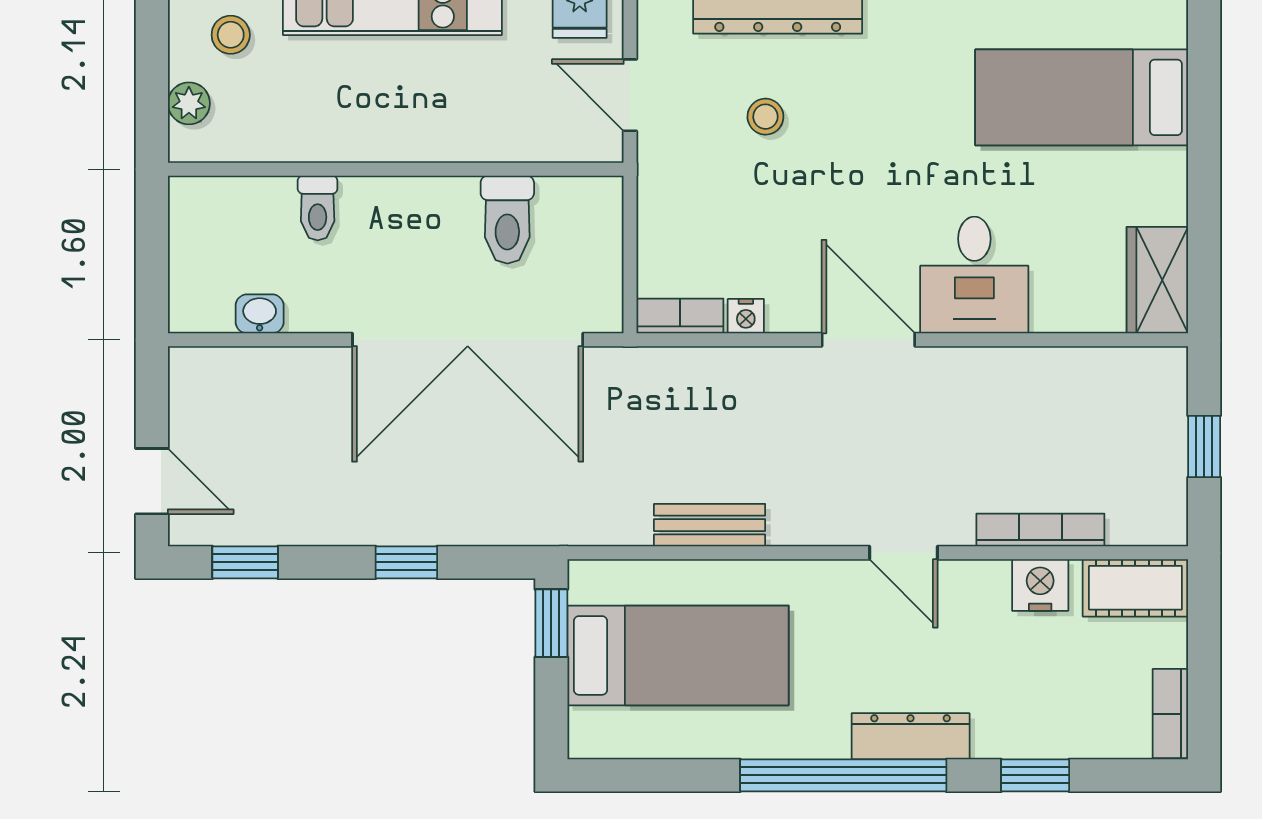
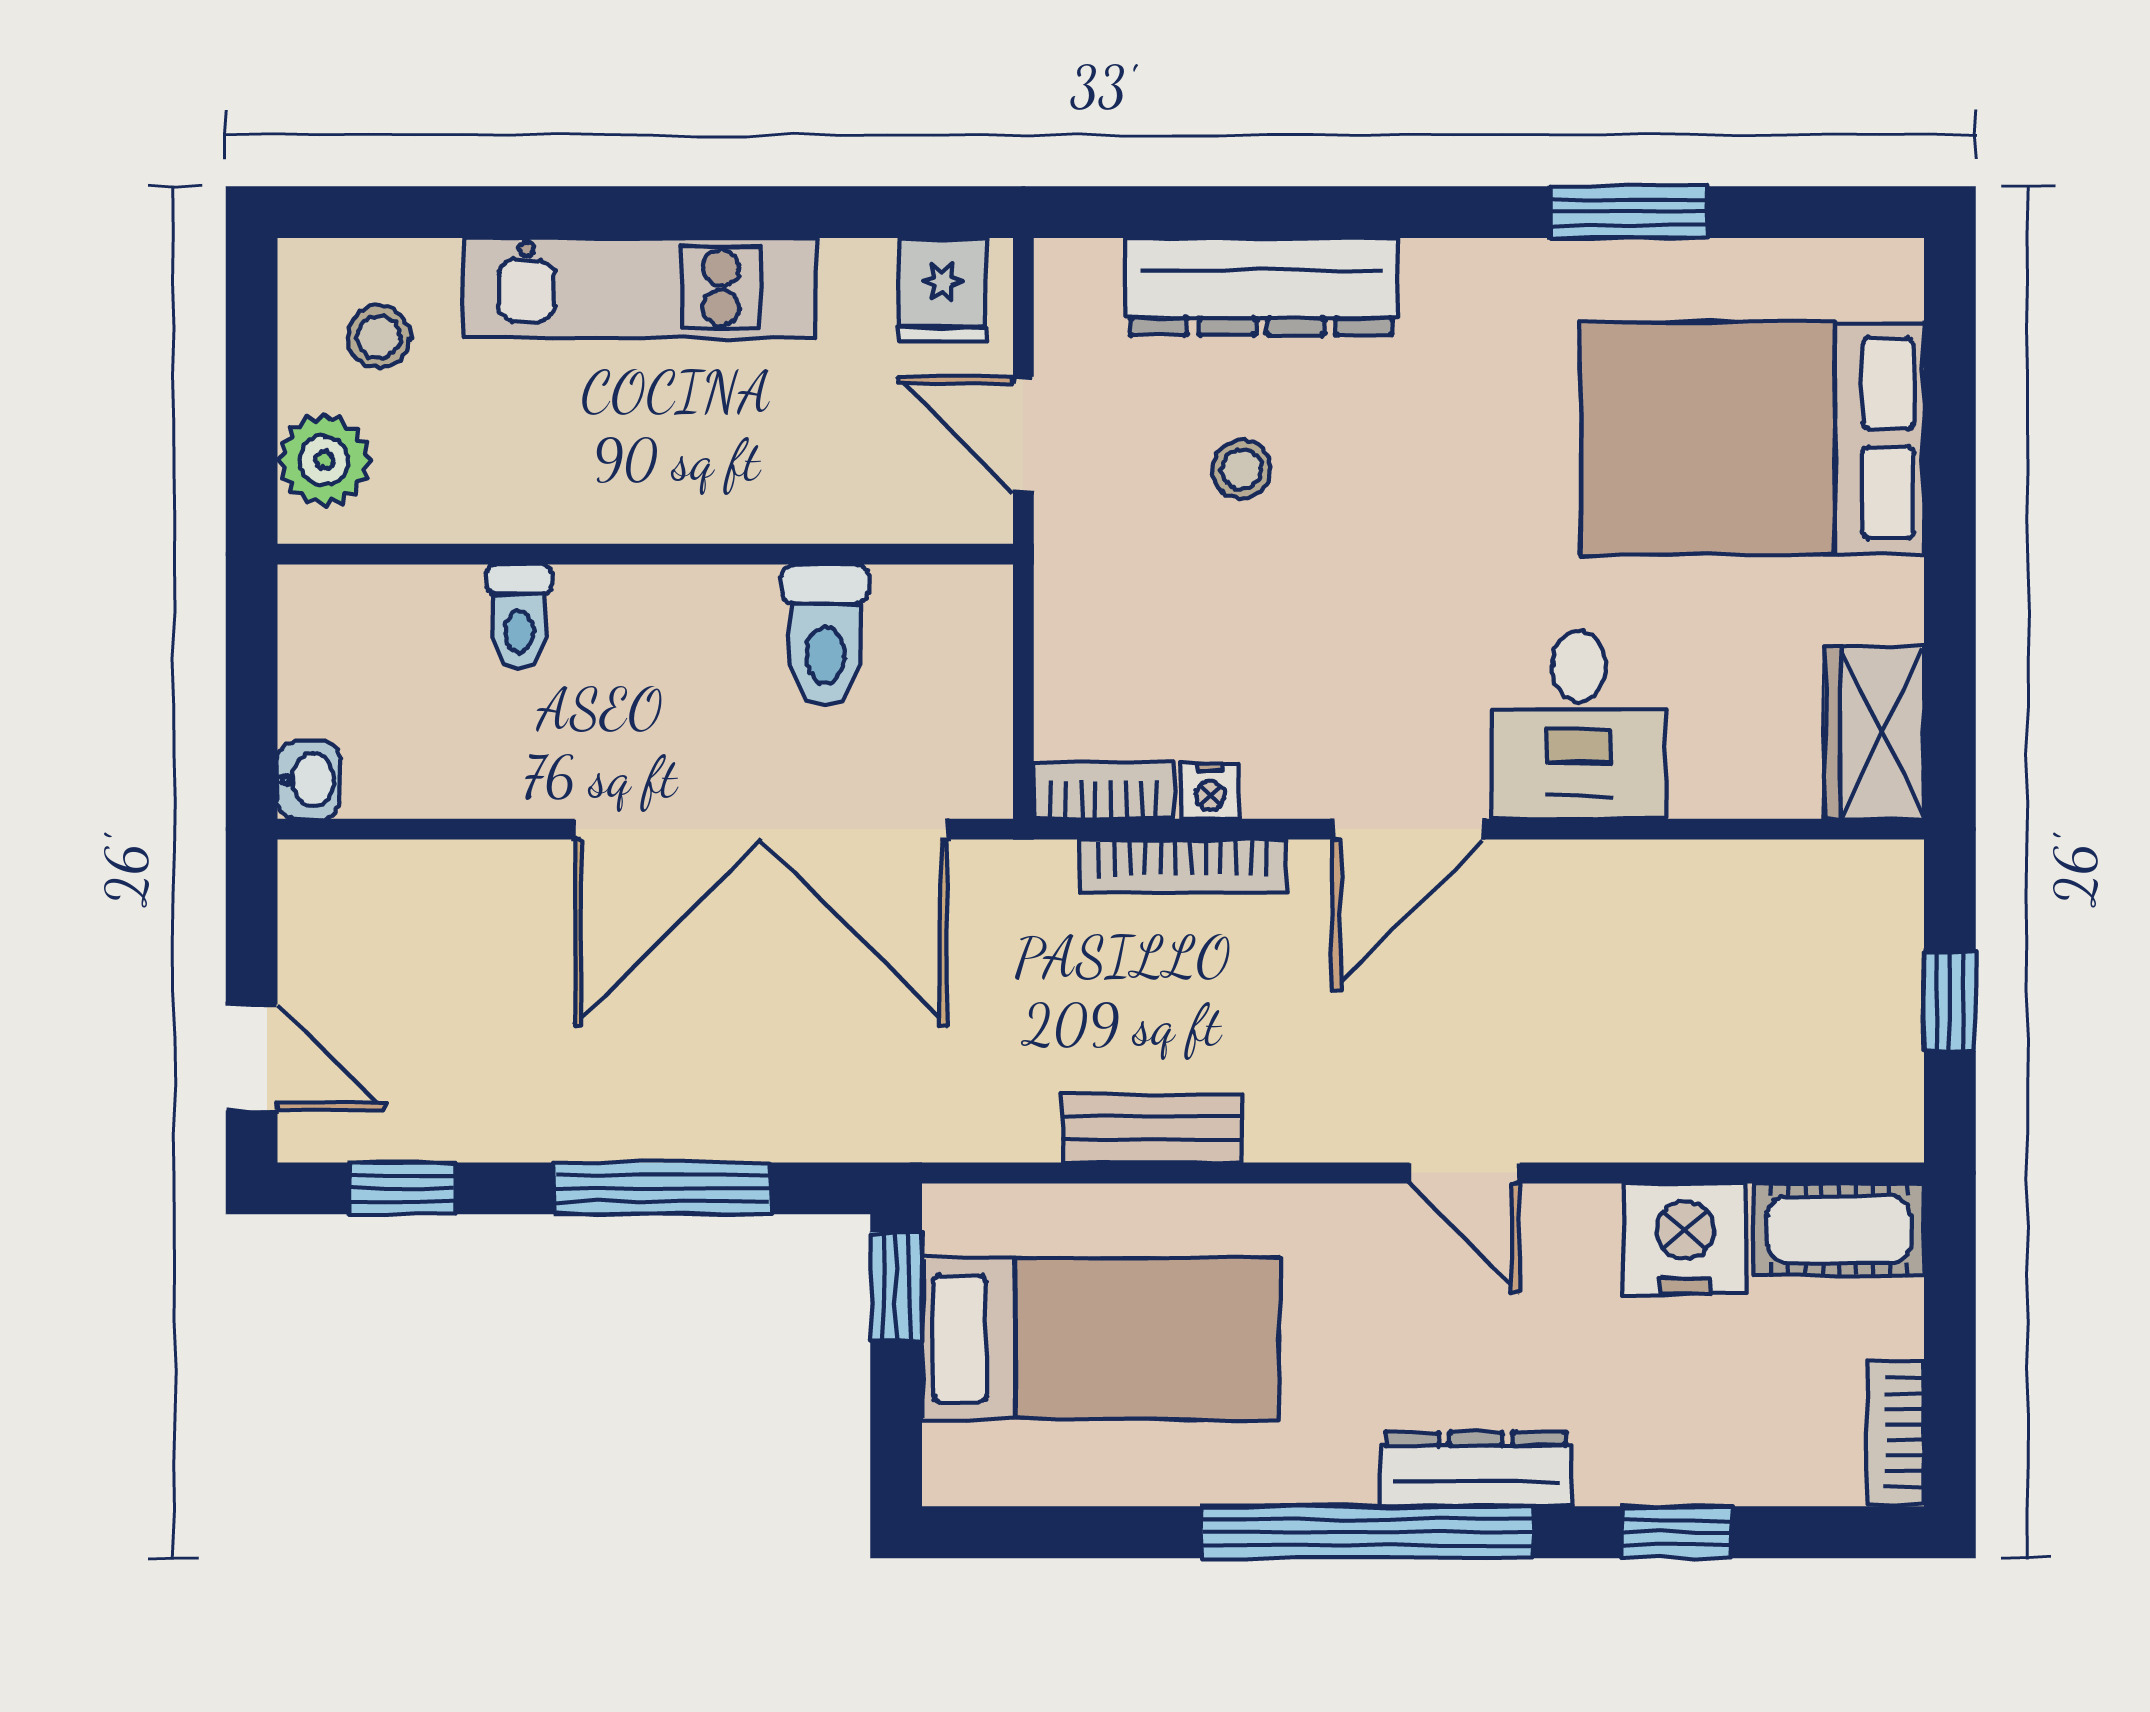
bed: (1082, 97) -> (1752, 438), width x1.50
plant: (189, 103) -> (324, 460), width x1.38, depth x1.38
washbasin: (260, 314) -> (309, 780), moved, turned 90
door: (868, 340) -> (1408, 829), swing flipped
bookcase: (1040, 530) -> (1183, 866), moved, turned 180
window: (406, 562) -> (662, 1188), width x2.17
nightstand: (1040, 585) -> (1685, 1239), width x1.36, depth x1.33

